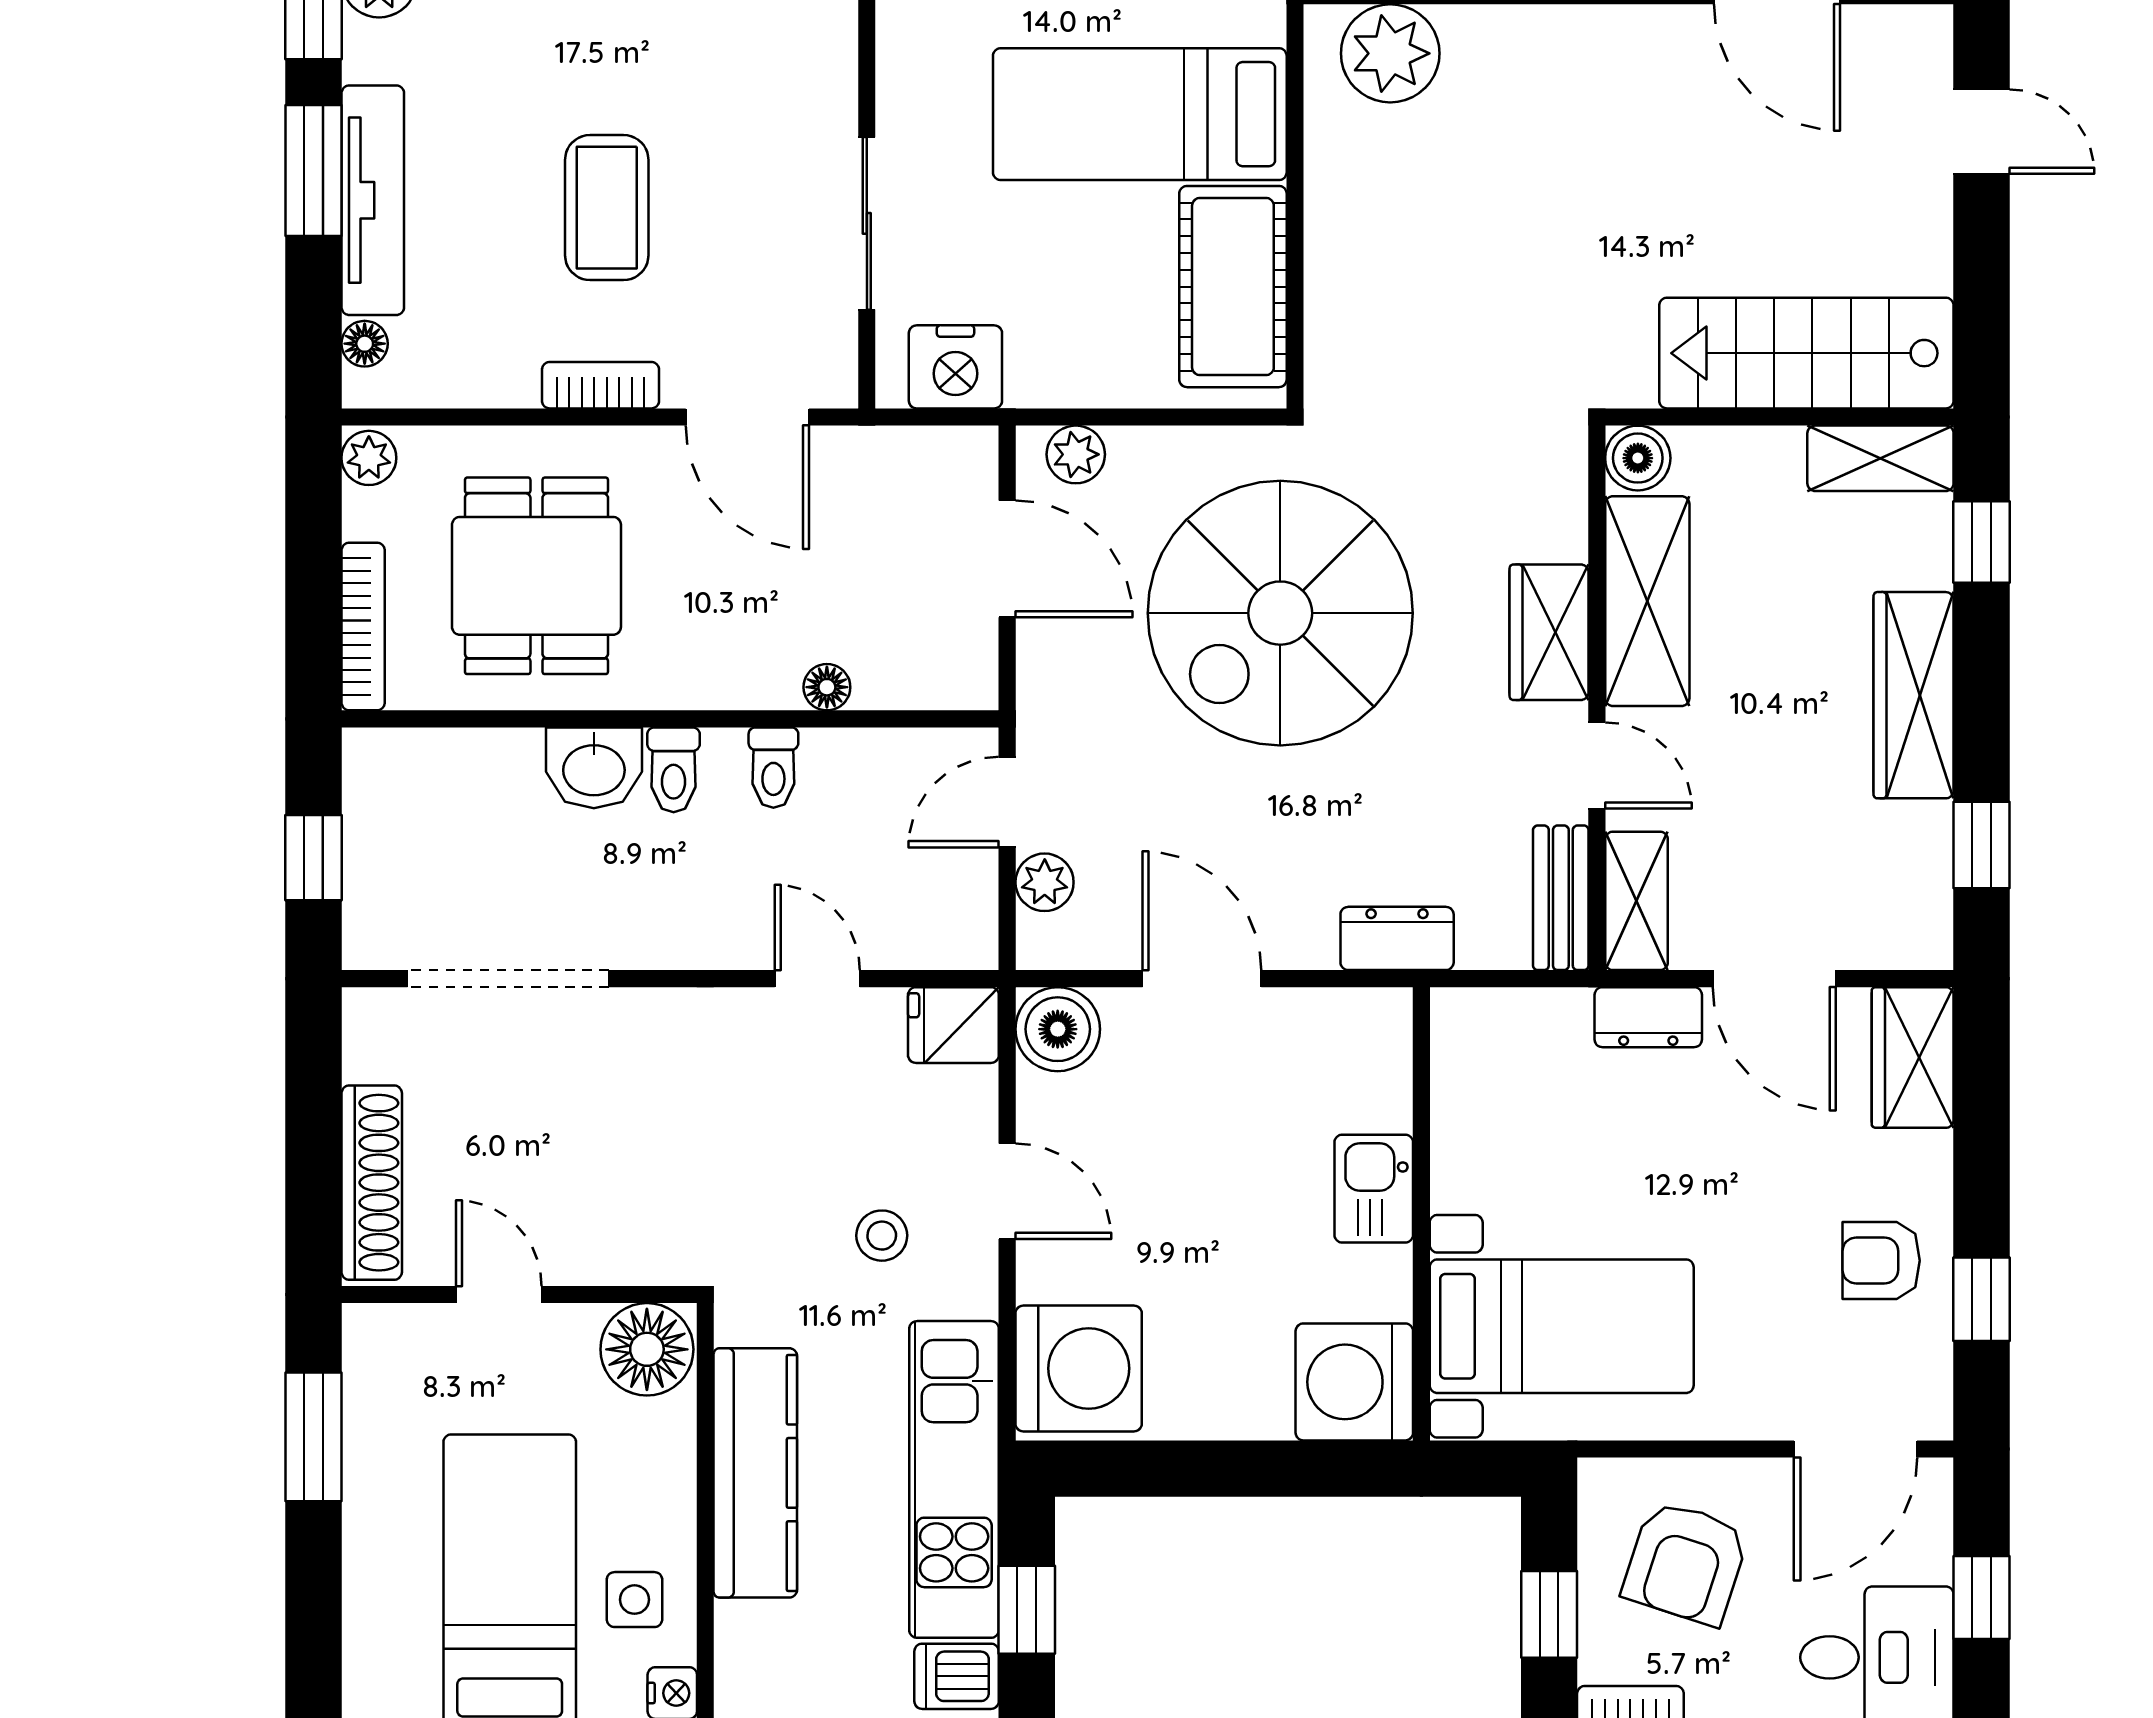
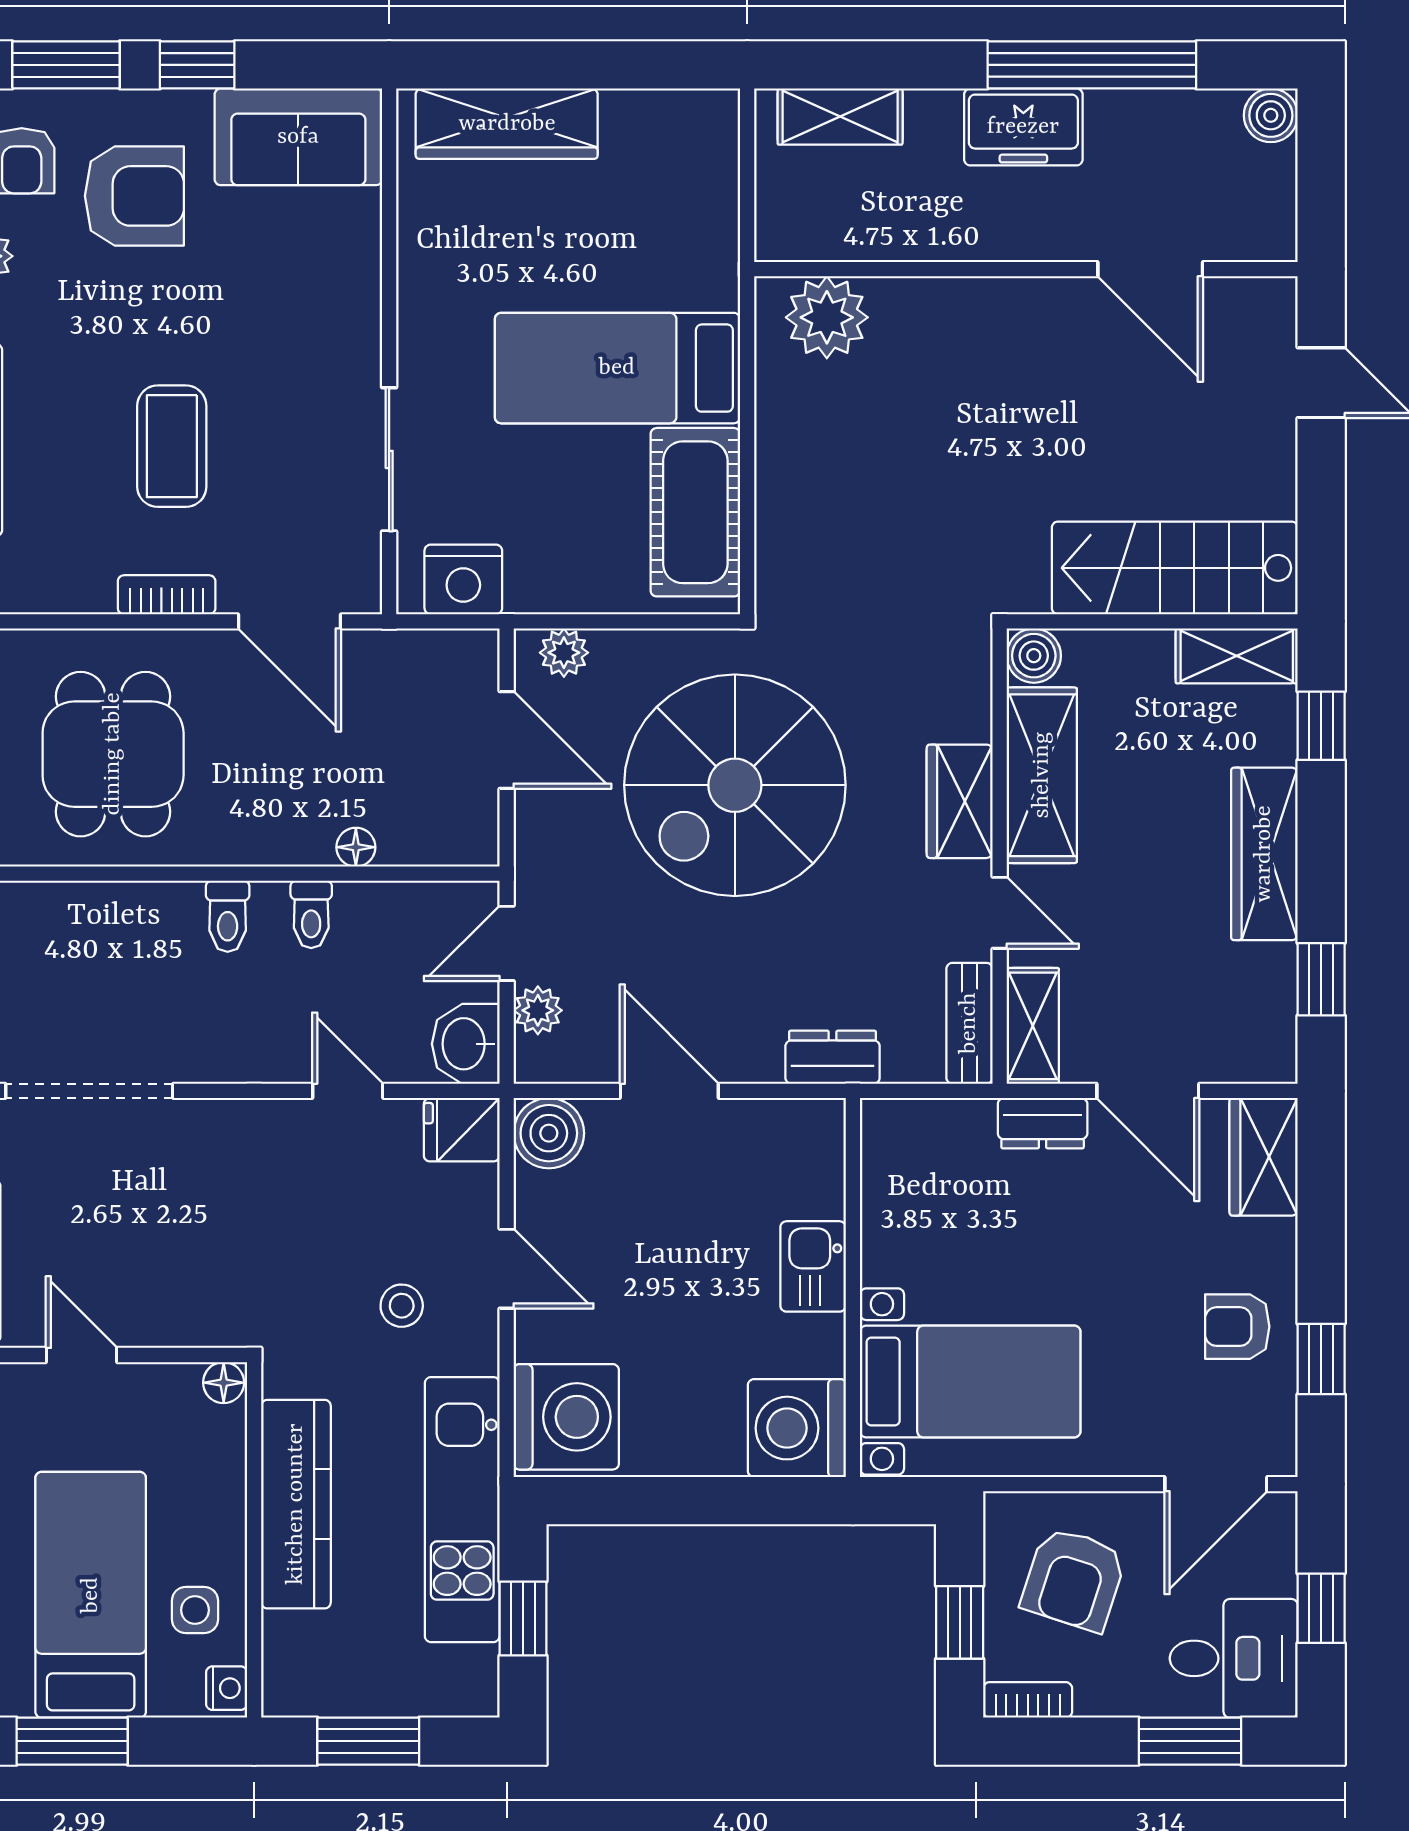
washbasin: (594, 768) -> (466, 1044), moved, turned 90
floor lamp: (647, 1349) -> (224, 1383), width x0.53, depth x0.53
dishwasher: (957, 1676) -> (464, 1674), removed

